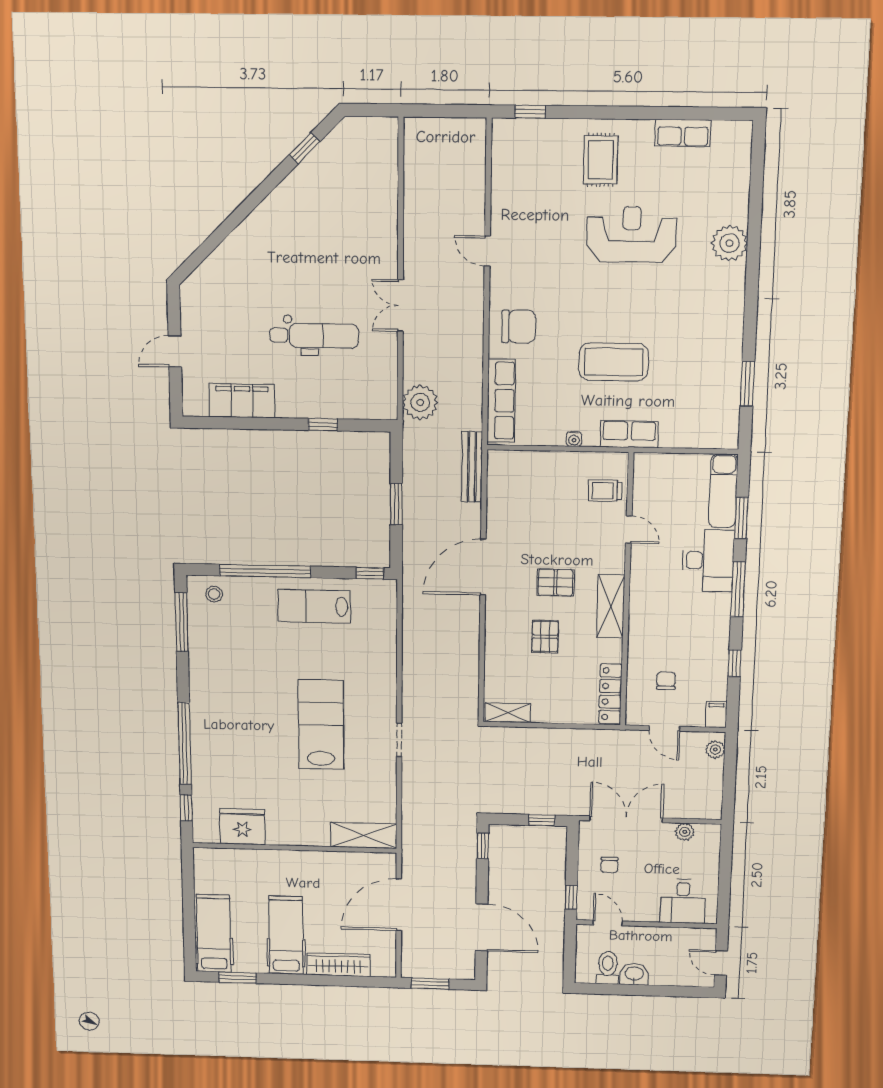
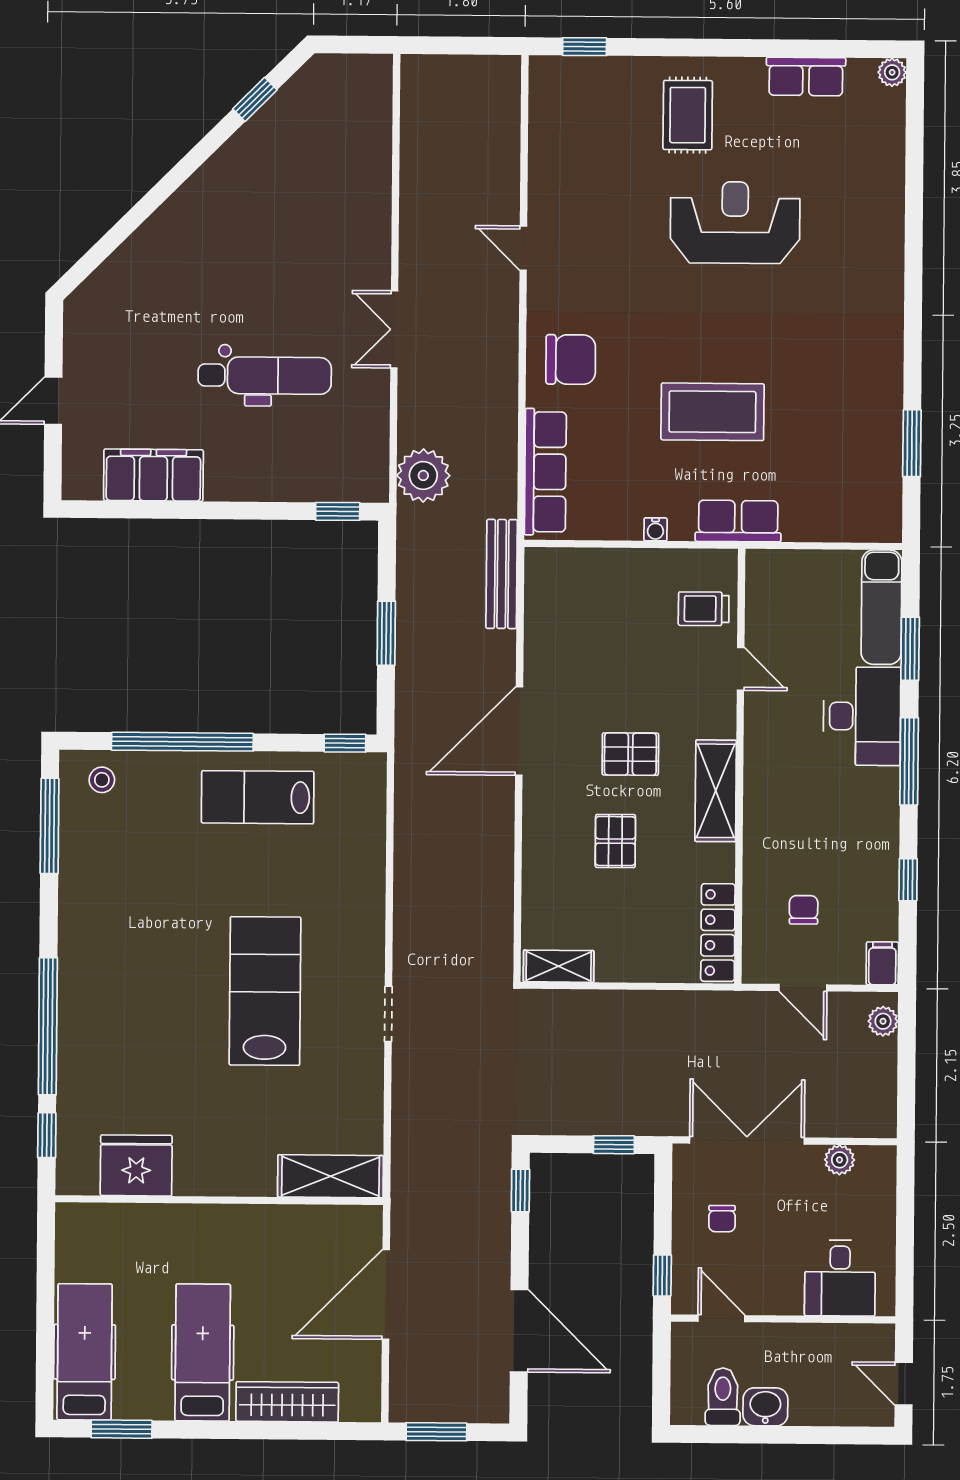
plant: (730, 243) -> (892, 72), moved, width x0.53, depth x0.53
window: (323, 425) -> (338, 511), moved

